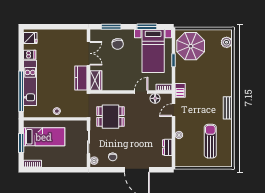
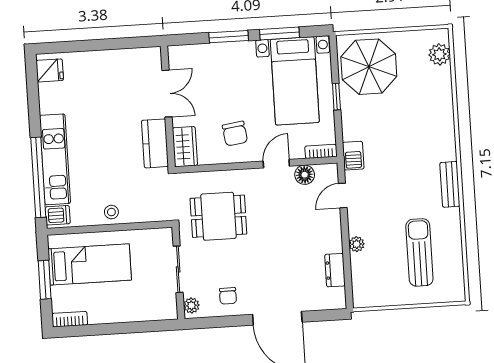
window: (111, 27) -> (229, 37), moved
chair: (118, 44) -> (235, 134), moved
dishwasher: (30, 55) -> (58, 215), moved

